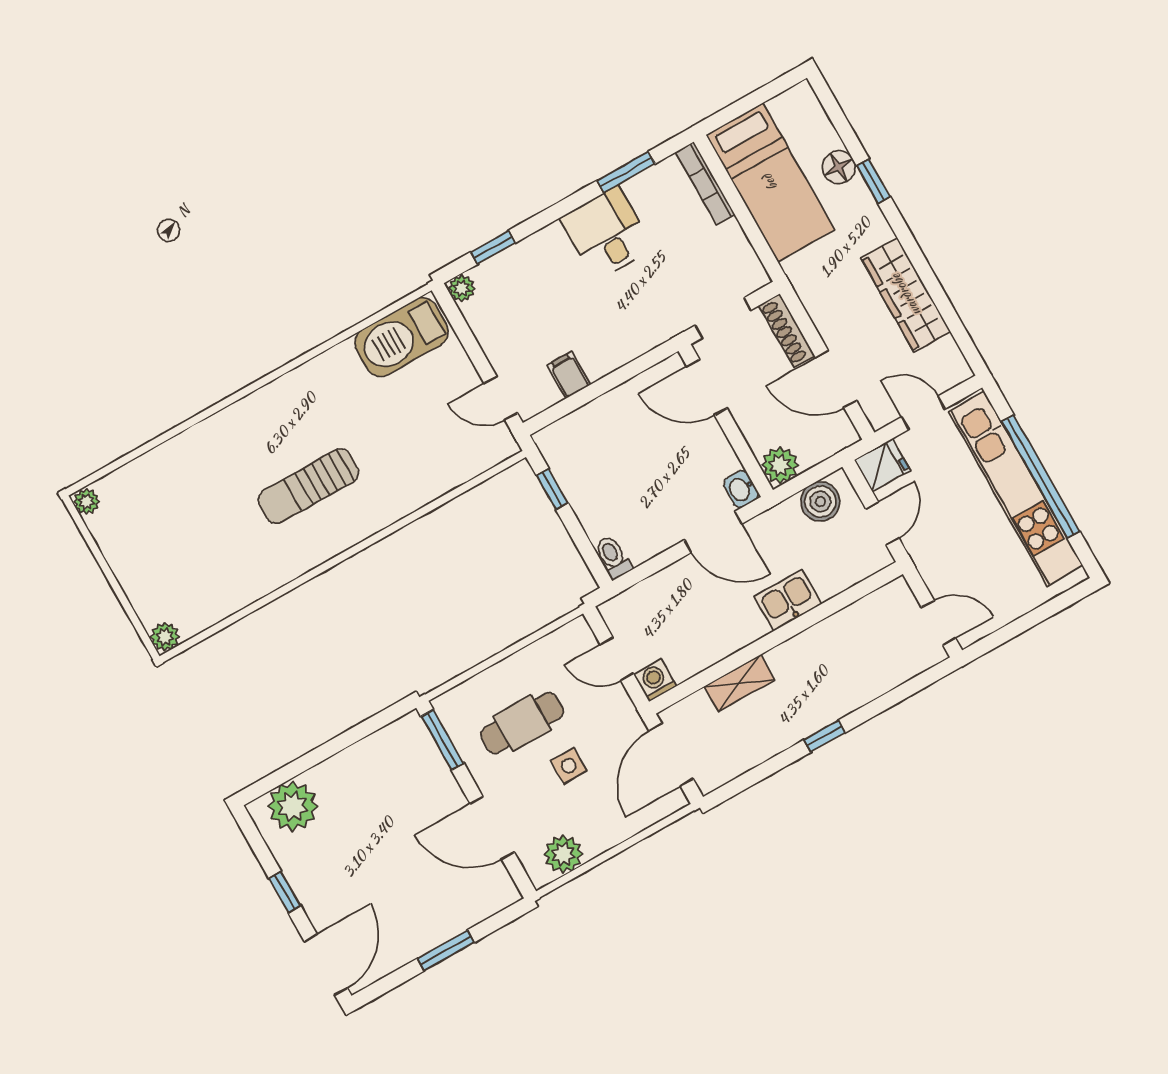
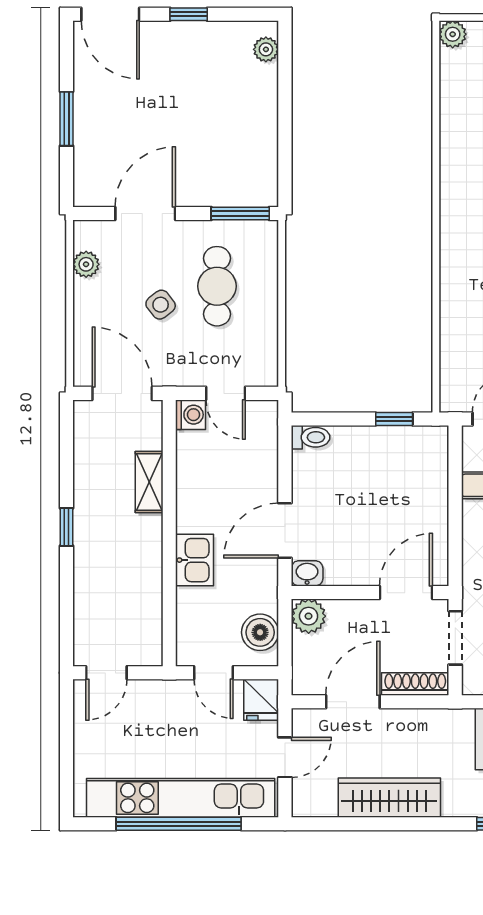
door: (617, 659) -> (226, 393), swing flipped
side table: (569, 766) -> (161, 305), turned -38
plant: (293, 806) -> (266, 49), width x0.53, depth x0.53
plant: (563, 854) -> (86, 264), width x0.73, depth x0.73

